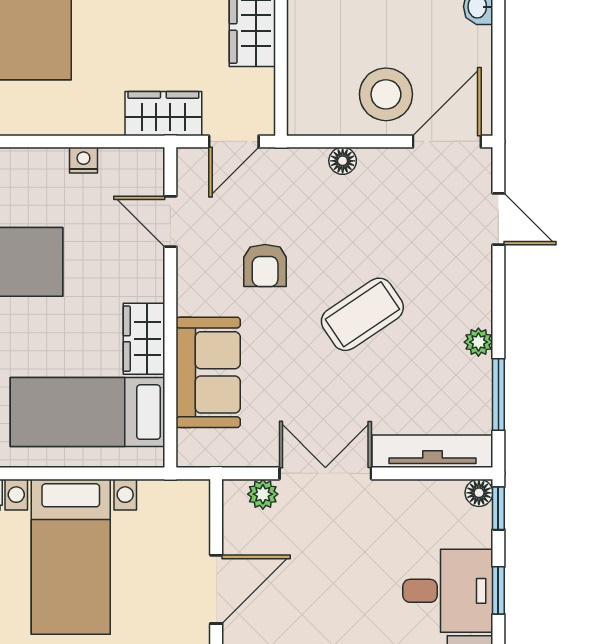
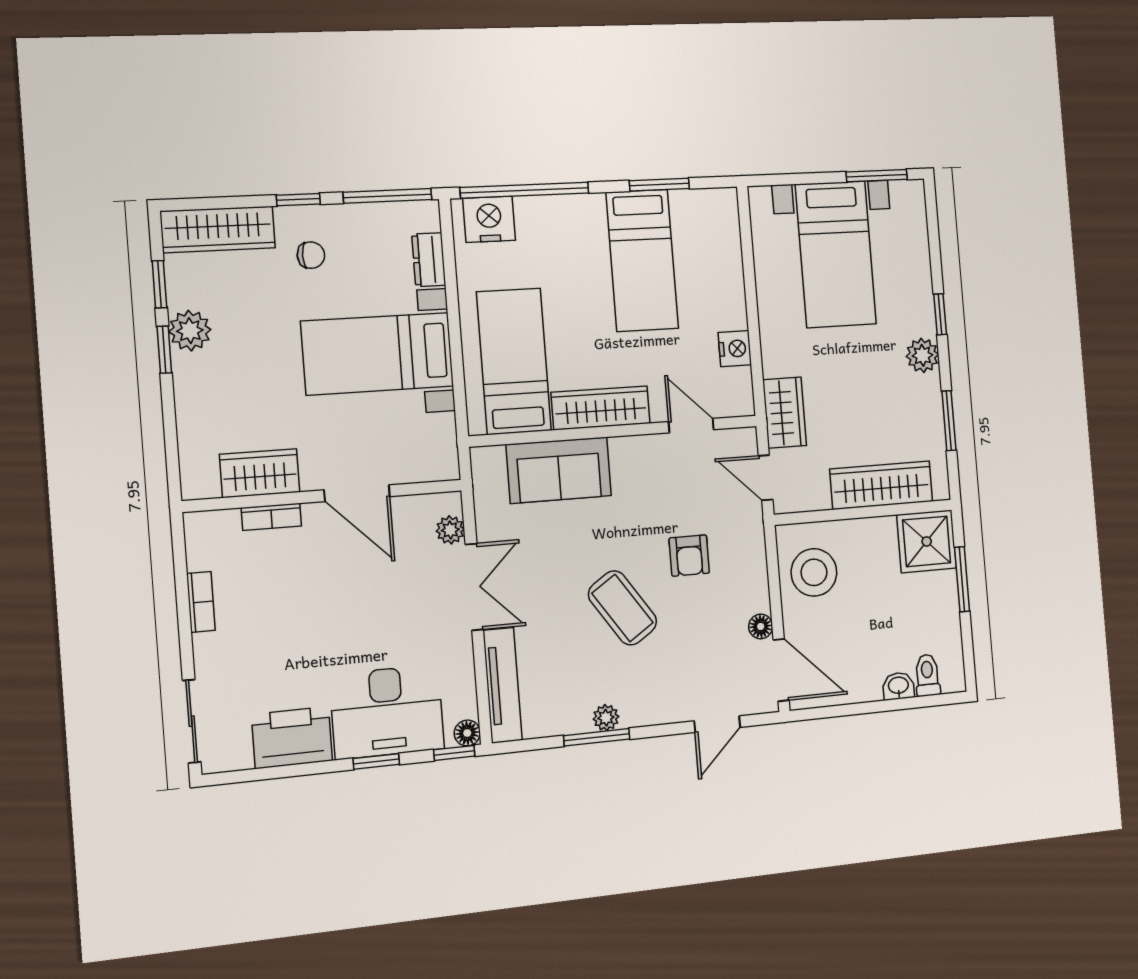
stool: (386, 94) -> (814, 572), moved
nightstand: (83, 160) -> (735, 349), width x1.39, depth x1.35
floor lamp: (343, 161) -> (761, 626), moved
door: (170, 222) -> (691, 426), hinge flipped
armchair: (265, 266) -> (689, 556), moved, turned -90
wardrobe: (144, 339) -> (601, 408), width x1.50
window: (498, 395) -> (597, 737), moved
desk: (448, 591) -> (387, 712), width x1.37

